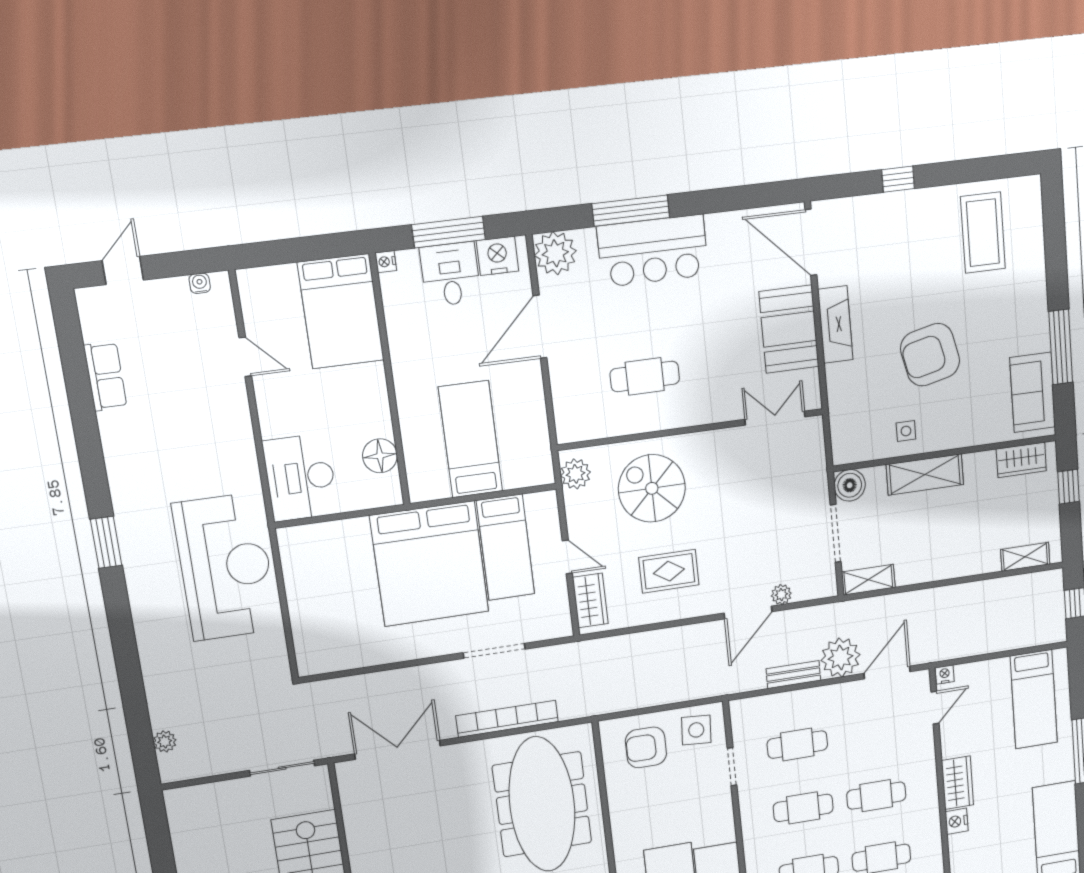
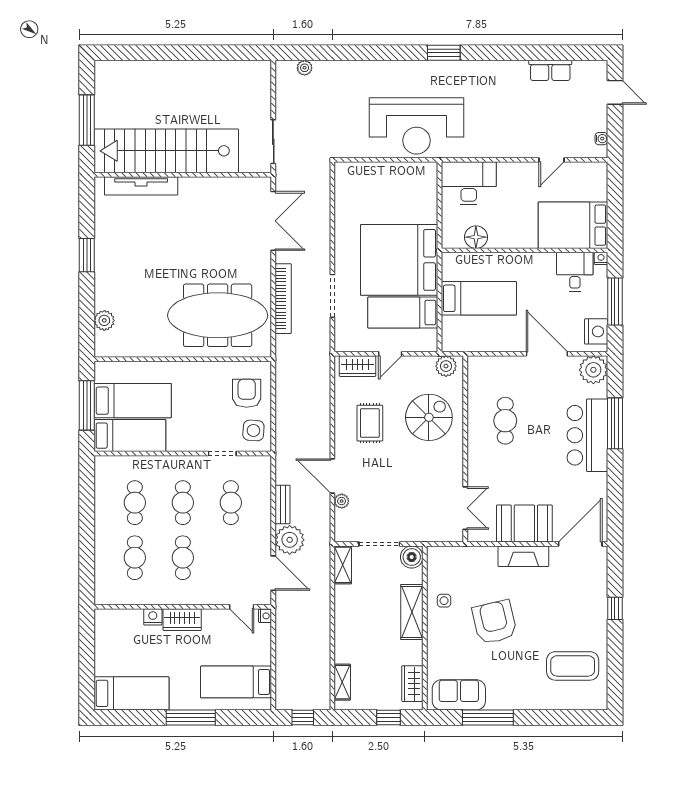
desk: (450, 274) -> (575, 272), moved, turned -90

